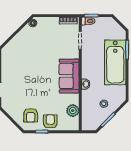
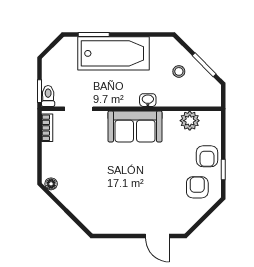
armchair: (31, 115) -> (197, 187), turned -90
armchair: (50, 122) -> (207, 156), turned -90

